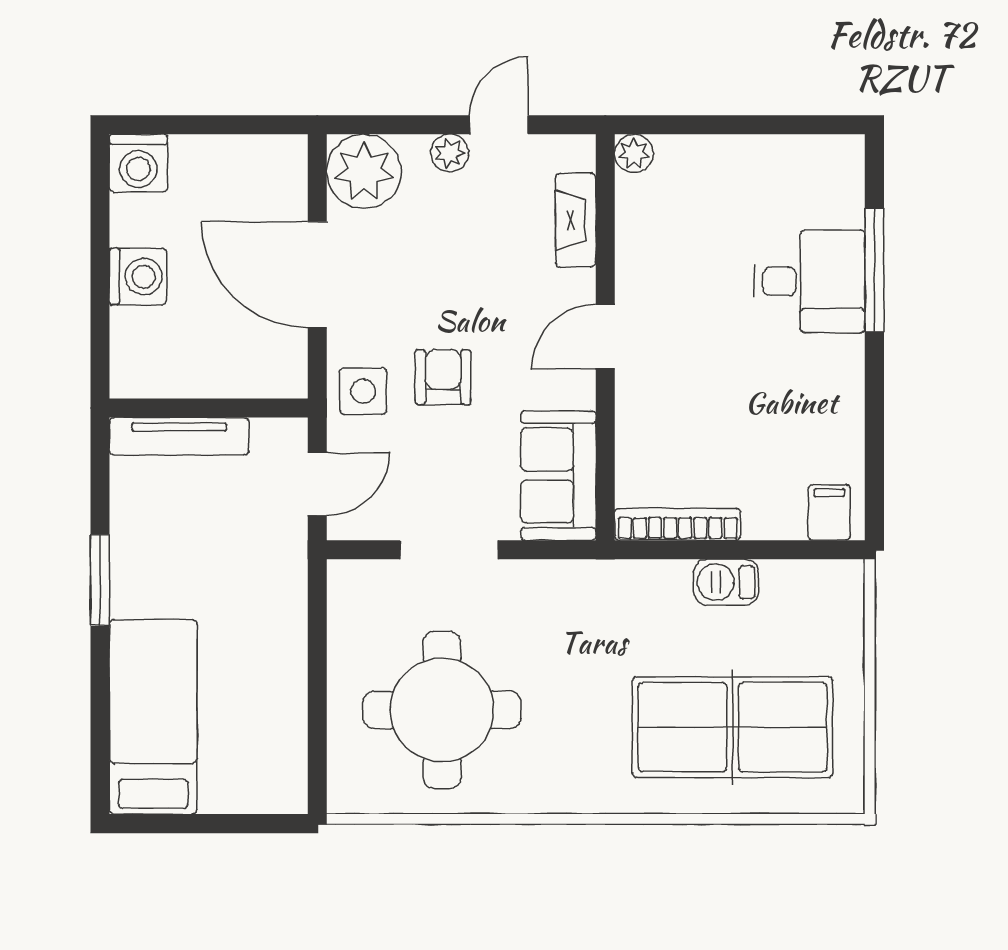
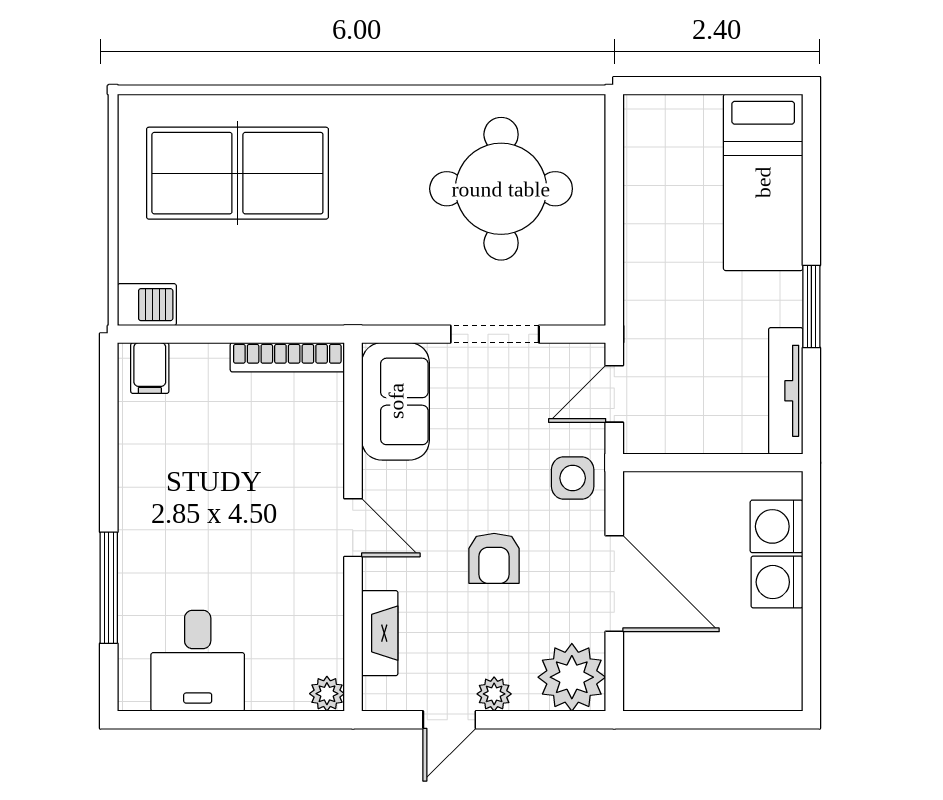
washing machine: (138, 163) -> (777, 526), moved, turned -90
desk: (809, 281) -> (198, 661), moved, turned -90
door: (605, 337) -> (353, 528), hinge flipped
armchair: (443, 377) -> (494, 558), moved
tv unit: (179, 436) -> (786, 391), moved, turned -90
barbecue: (726, 582) -> (147, 305), moved

